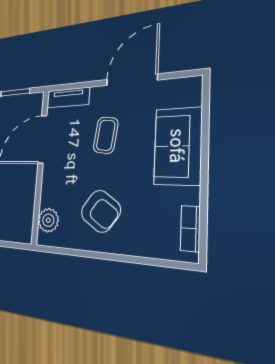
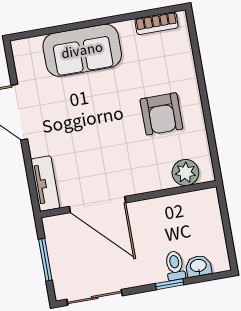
coffee table: (106, 135) -> (82, 127), removed
armchair: (101, 211) -> (161, 114), turned 145

